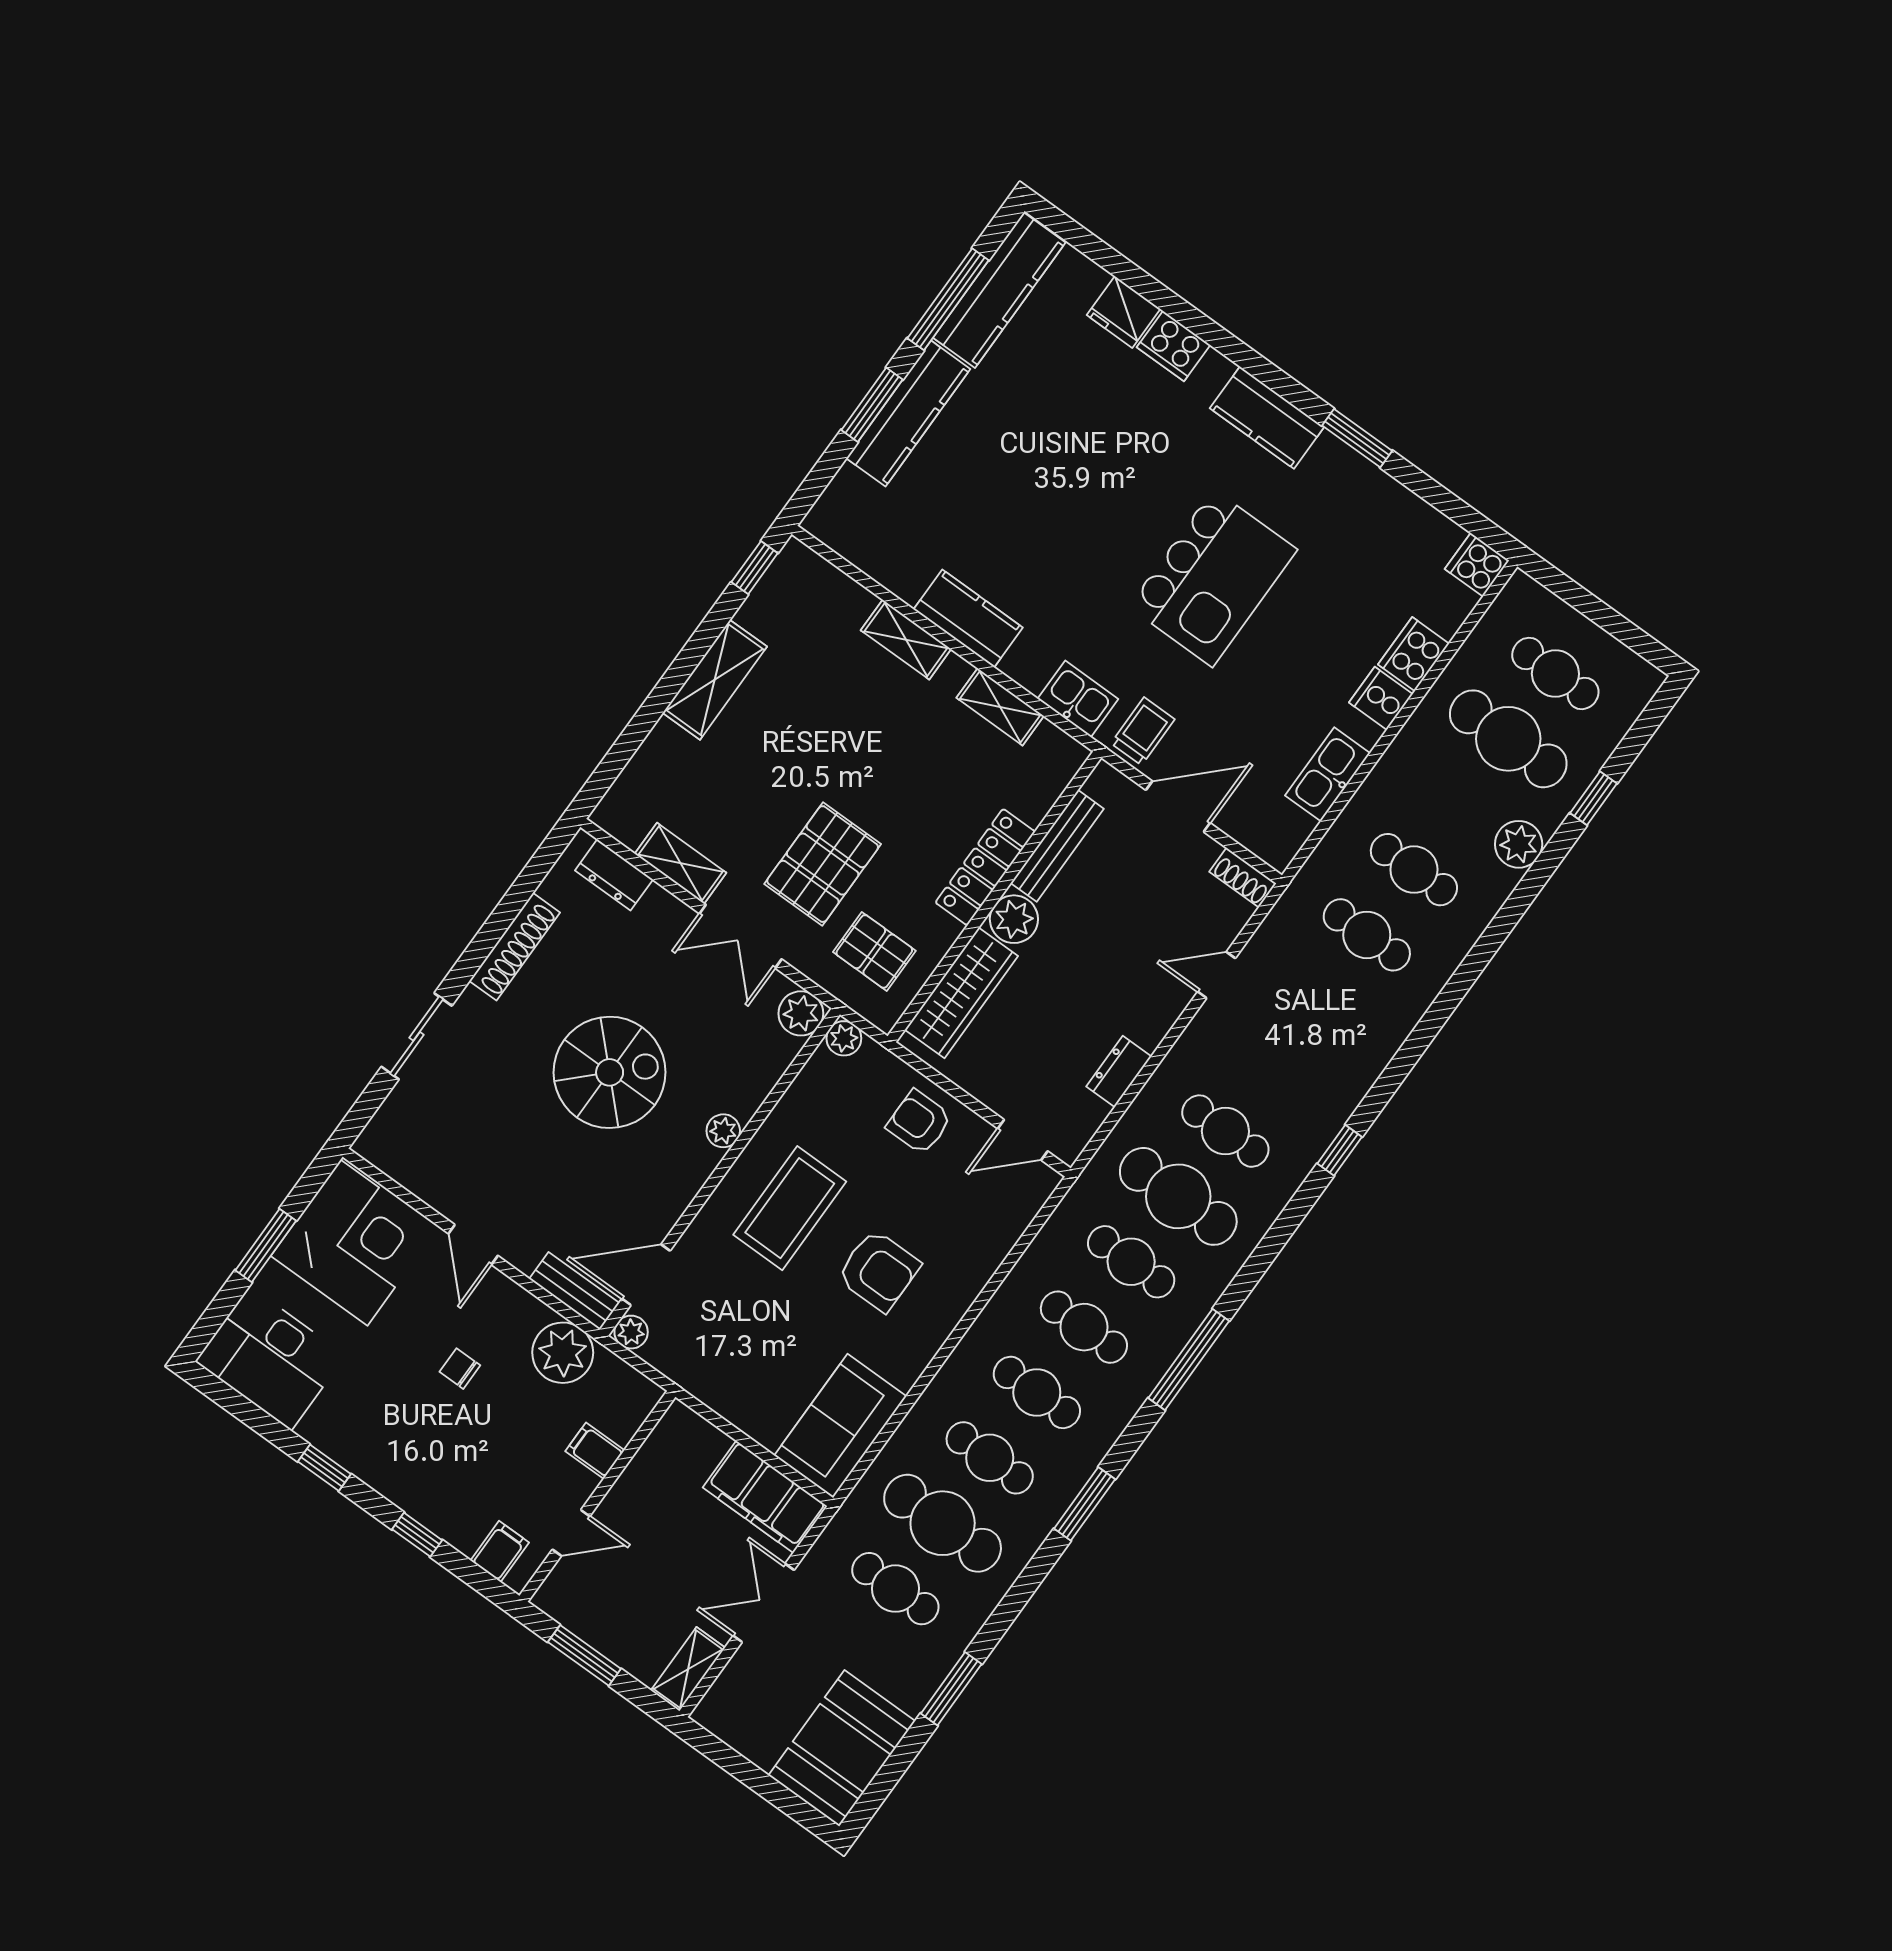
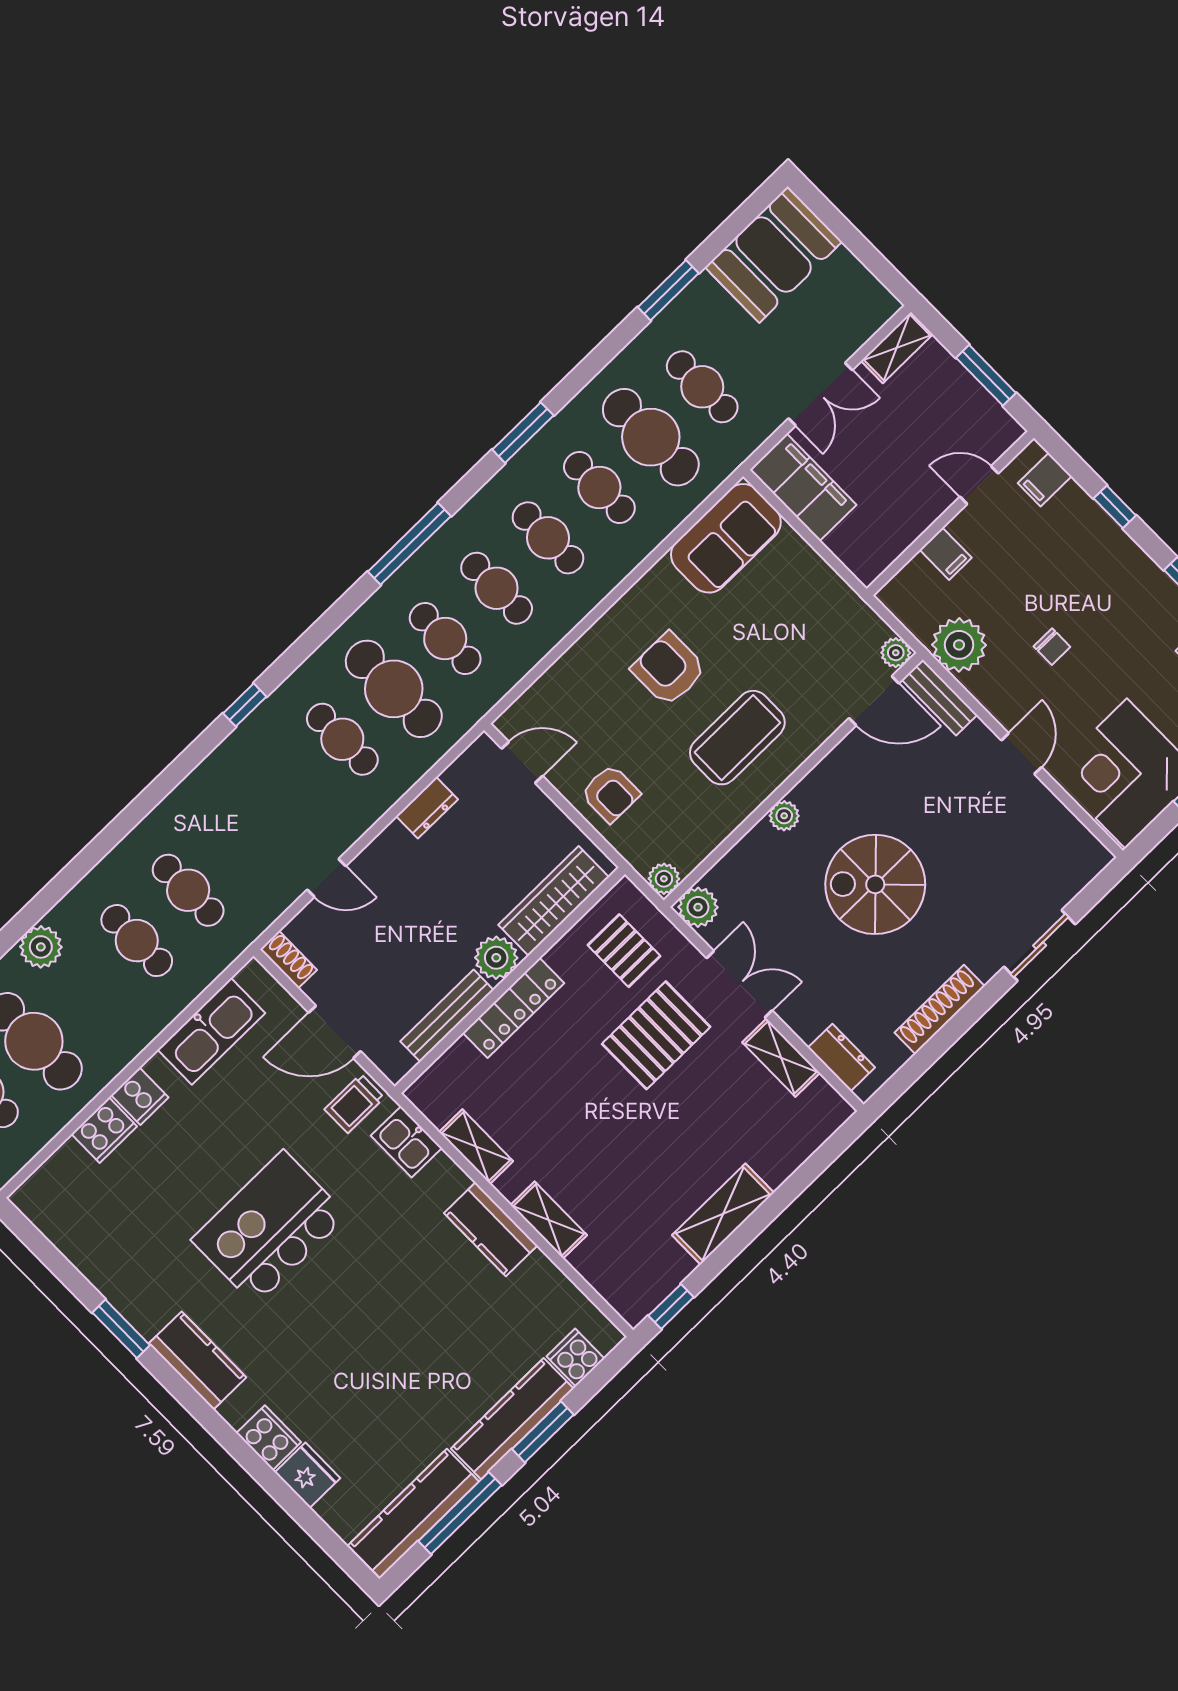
cooker: (1477, 565) -> (576, 1358), moved, turned 180
kitchen sink: (1328, 774) -> (211, 1031), width x1.36, depth x1.24

